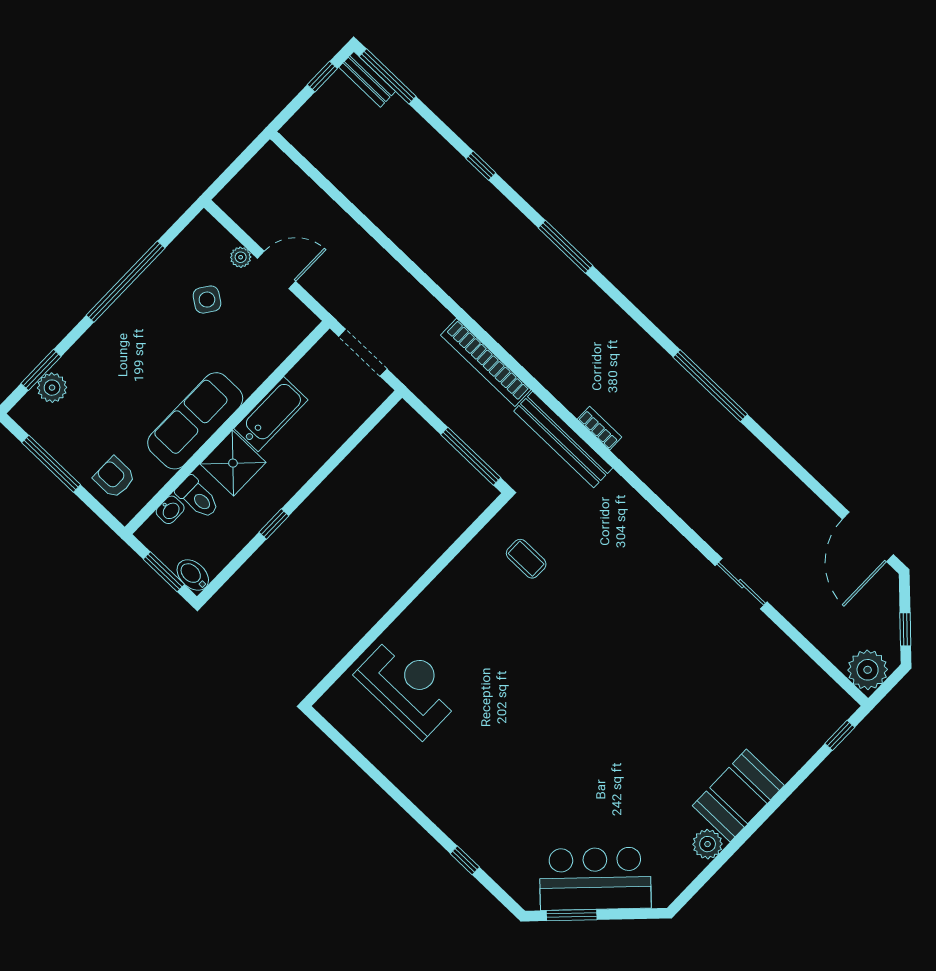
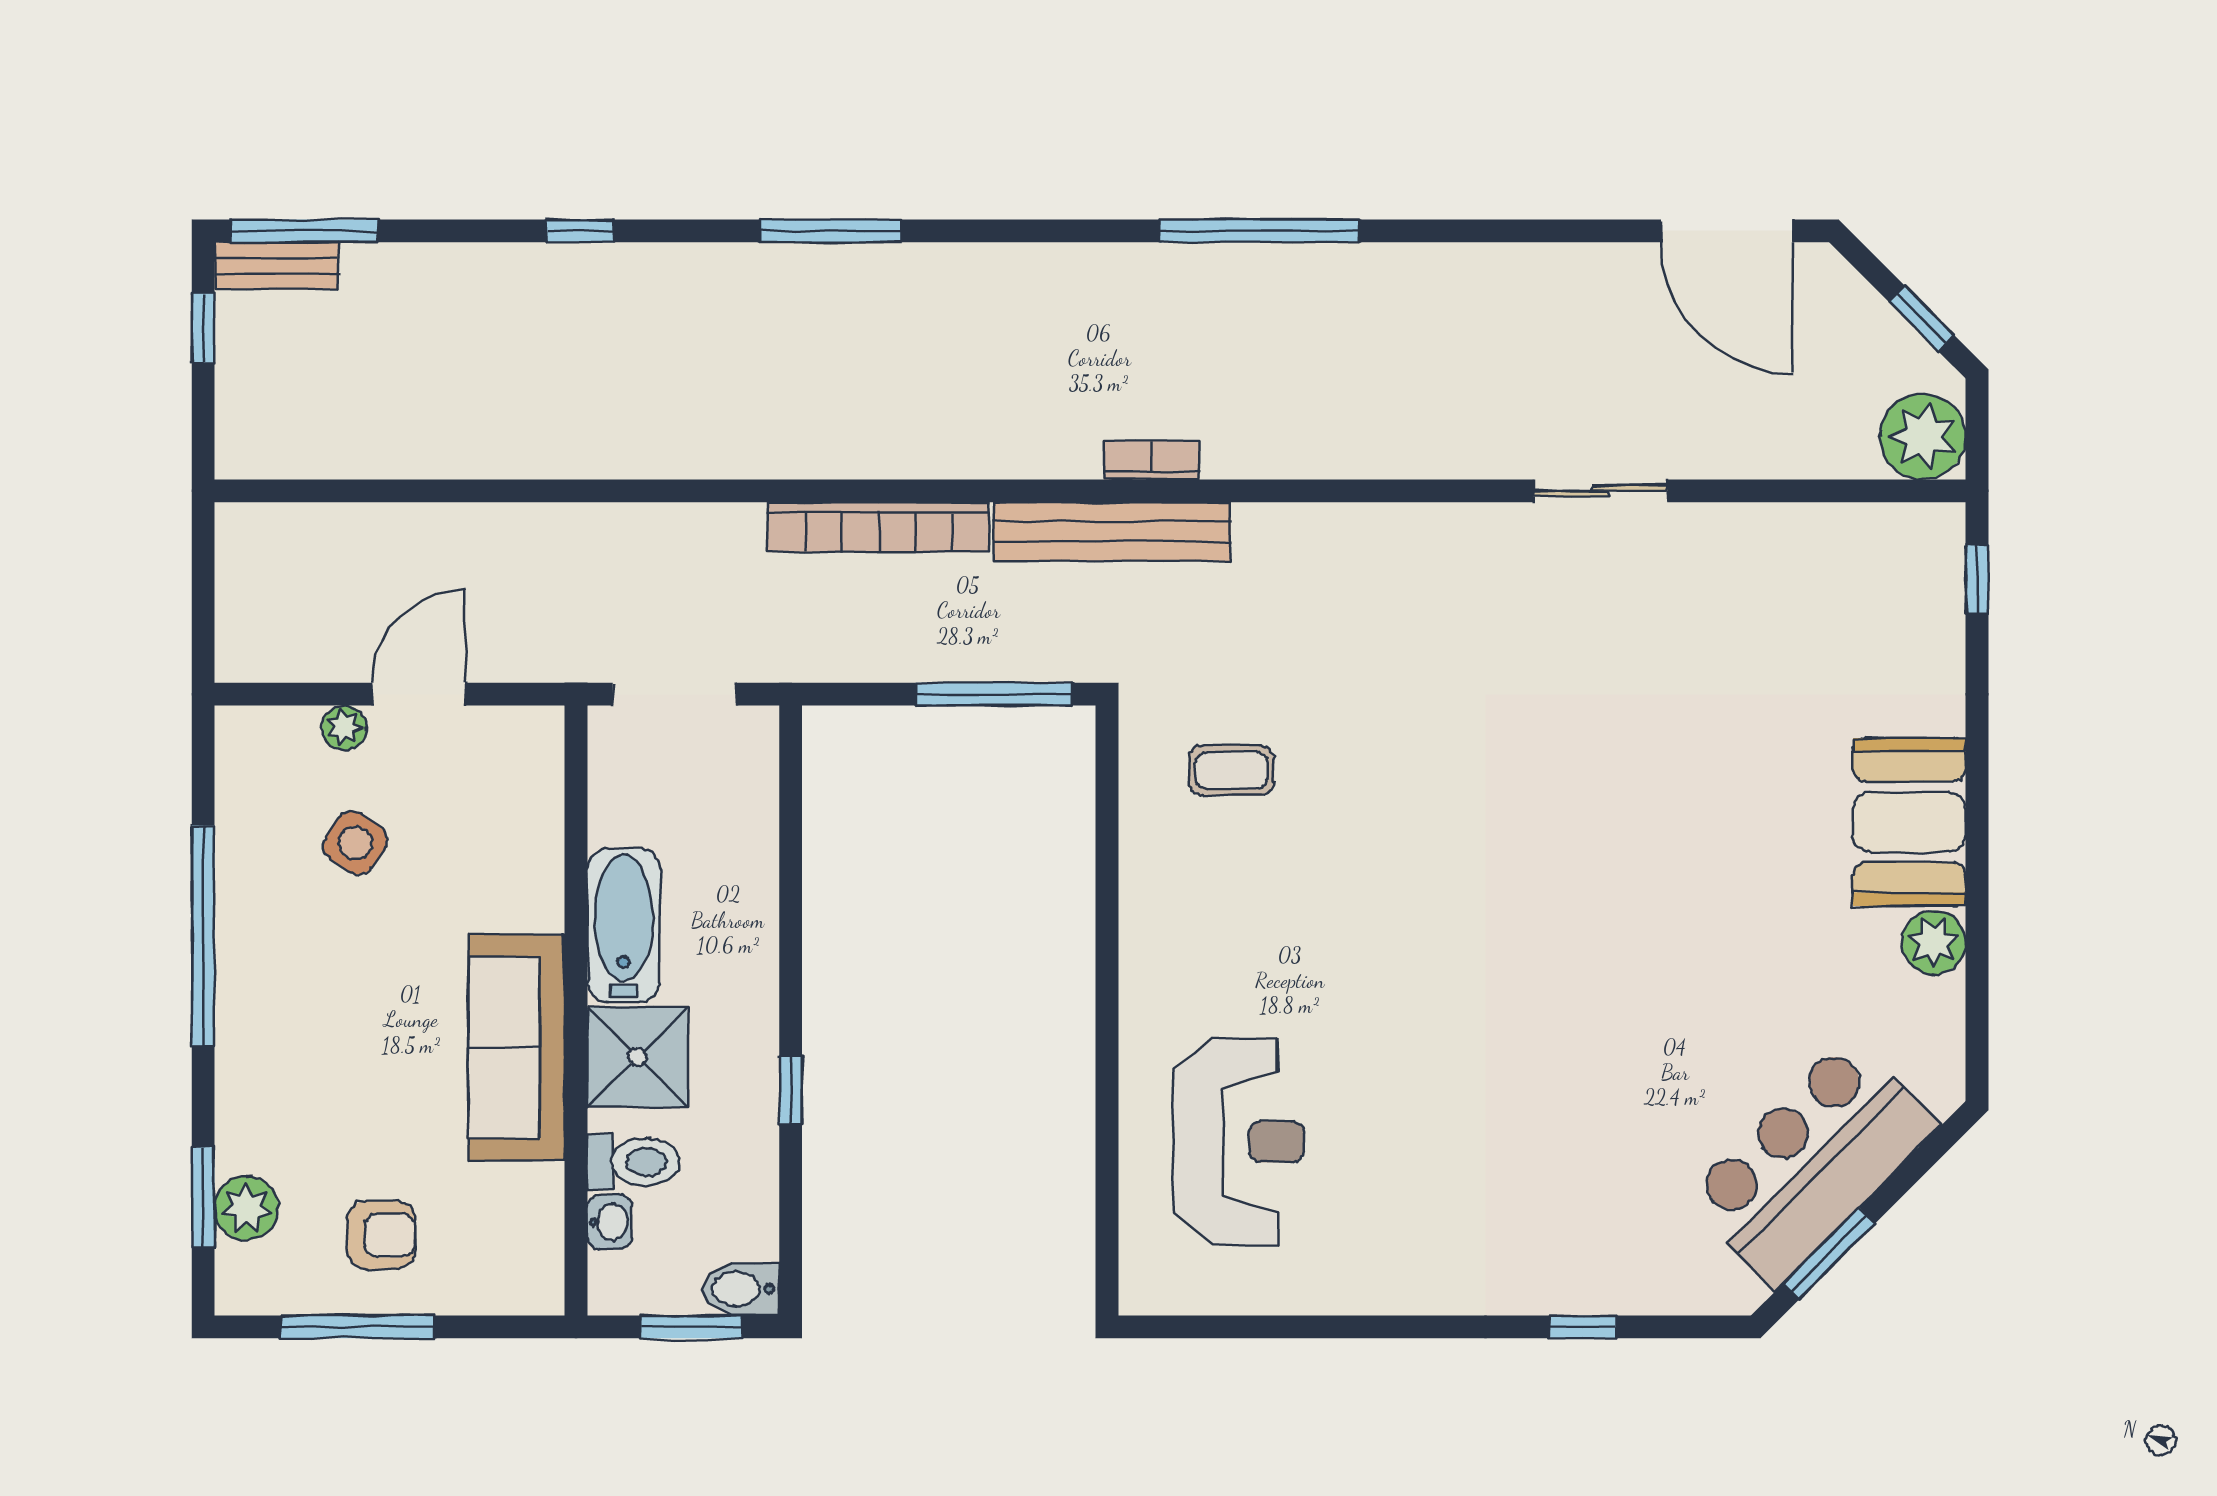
armchair: (114, 477) -> (381, 1235), moved, turned 180
reception desk: (408, 686) -> (1239, 1142), turned 90

